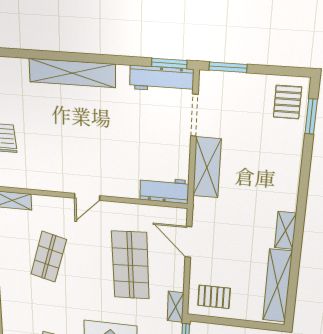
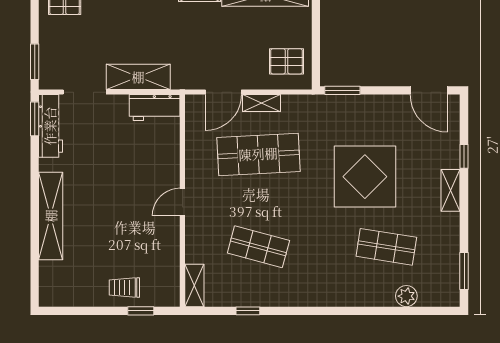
workbench: (164, 190) -> (155, 108), moved, turned -90
door: (87, 197) -> (182, 202), swing flipped
pallet: (214, 297) -> (286, 61), turned 90
shelving: (176, 307) -> (261, 103), moved

